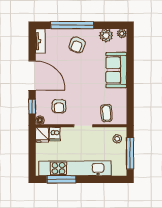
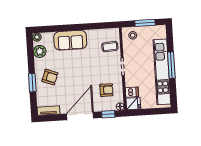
window: (72, 25) -> (32, 83), width x0.47
window: (130, 153) -> (145, 23), width x0.69
window: (61, 179) -> (171, 65), moved

